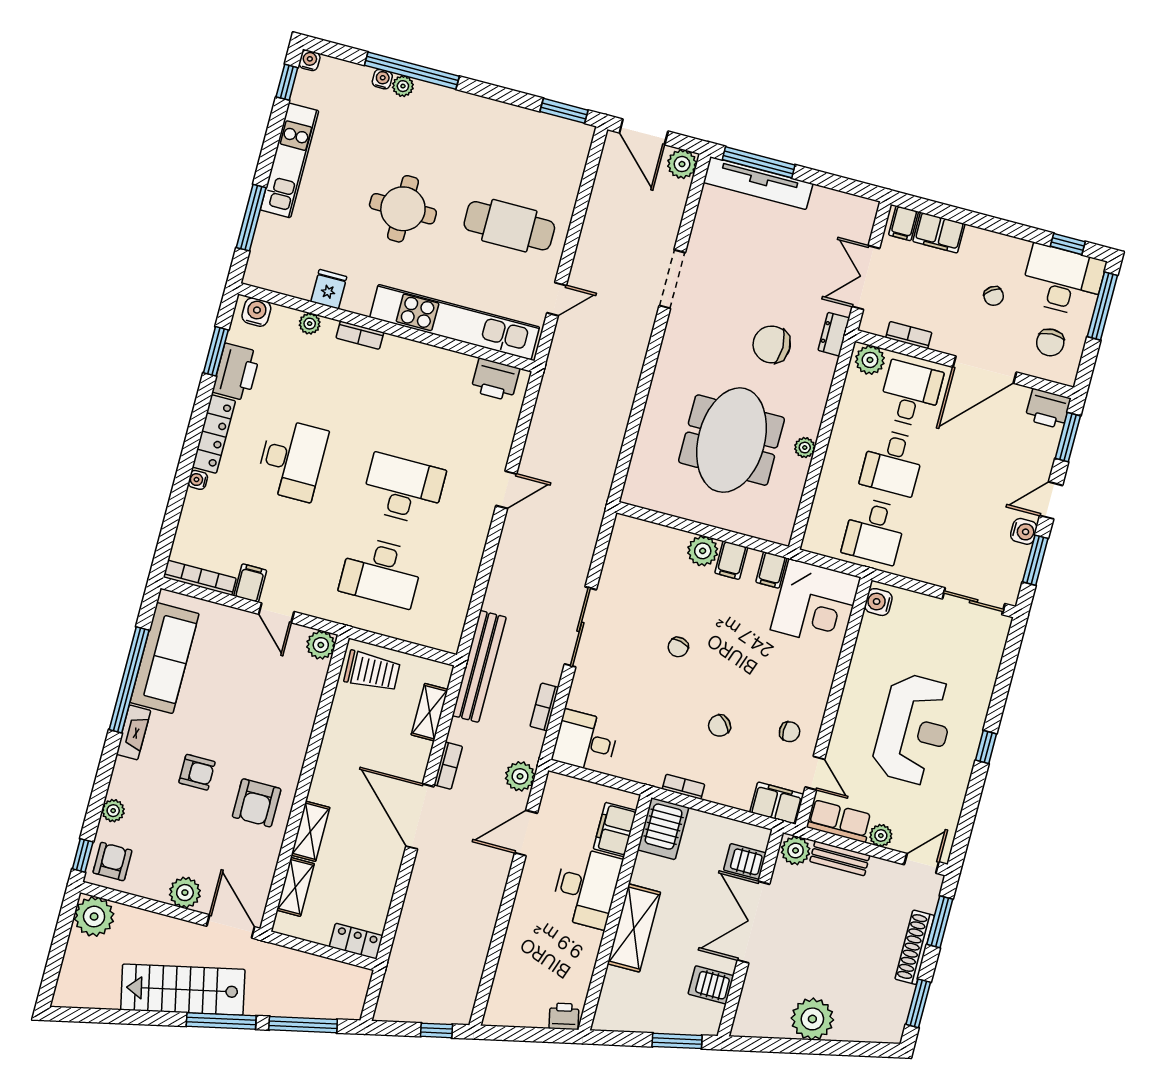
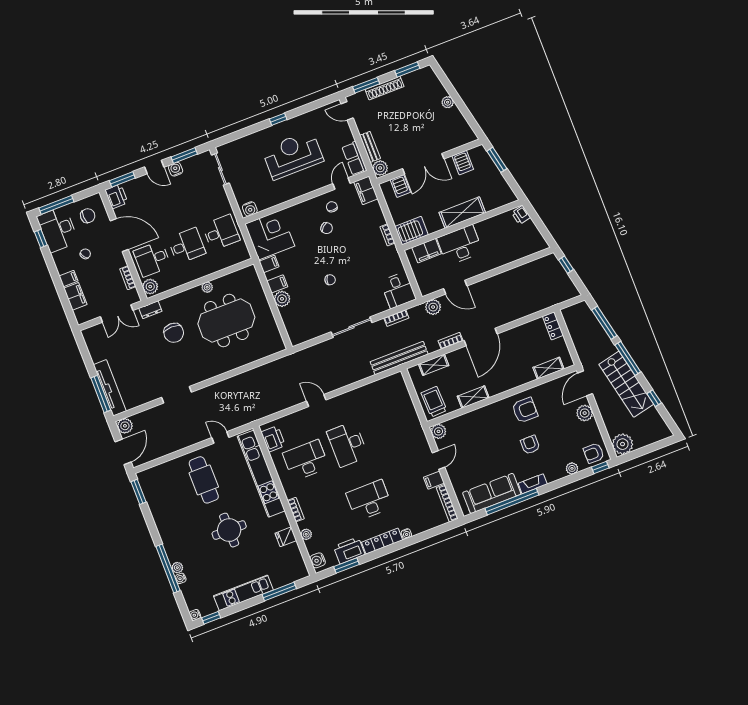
filing cabinet: (904, 223) -> (68, 279), moved
desk: (381, 572) -> (306, 460), moved, turned -90
chair: (719, 726) -> (327, 228), moved
shelving: (310, 831) -> (473, 397), moved
plant: (881, 836) -> (348, 137), removed
window: (130, 1017) -> (654, 398), added
plant: (812, 1019) -> (448, 102), width x0.53, depth x0.53

